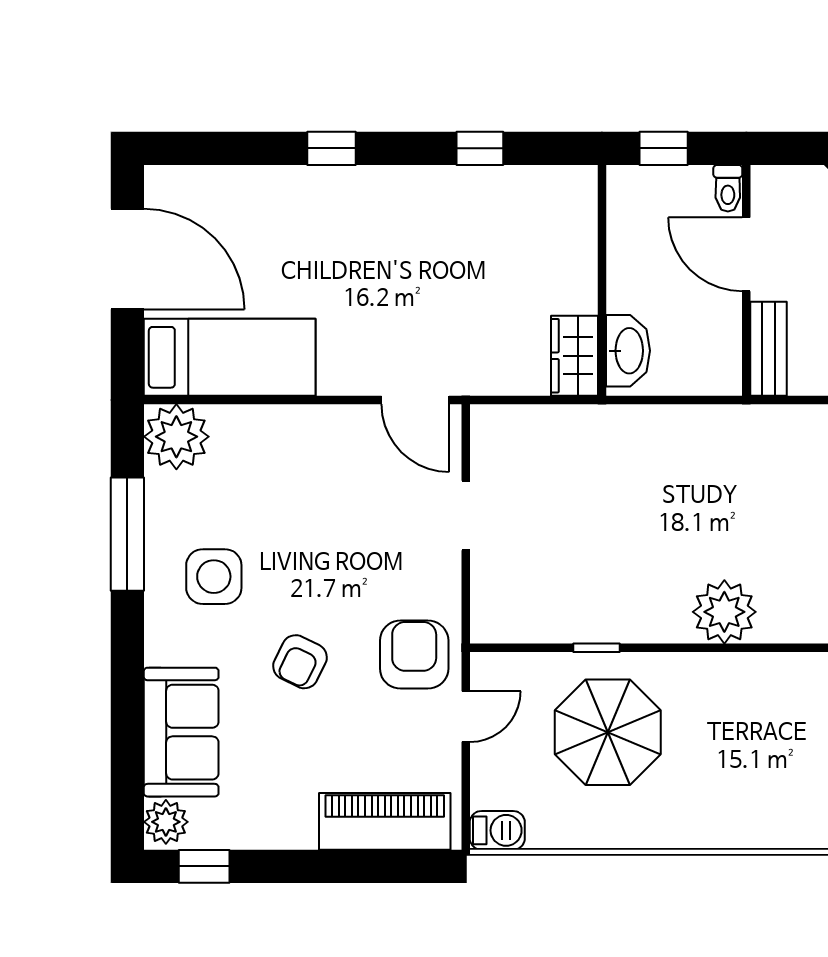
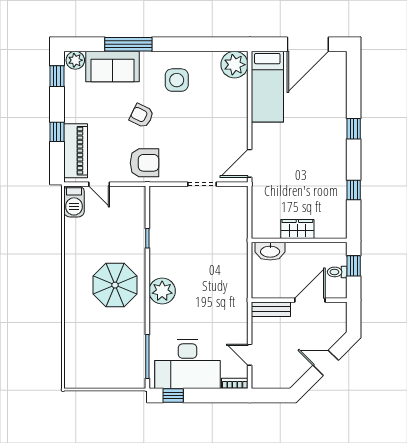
toilet: (728, 188) -> (337, 272), moved
wardrobe: (574, 356) -> (297, 229), moved
window: (127, 534) -> (128, 44), moved
door: (466, 716) -> (99, 184), moved
parasol: (608, 732) -> (115, 285), moved
barbecue: (497, 830) -> (74, 201), width x1.38, depth x1.27
window: (339, 866) -> (57, 132), added

